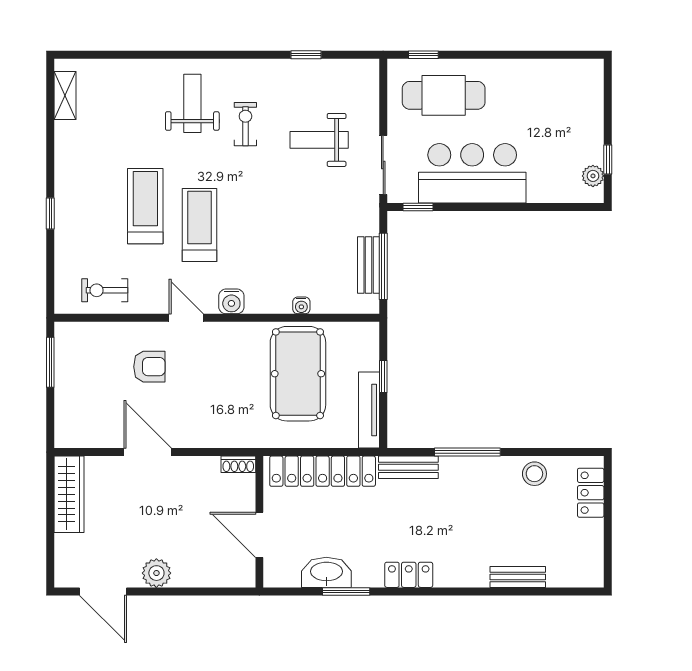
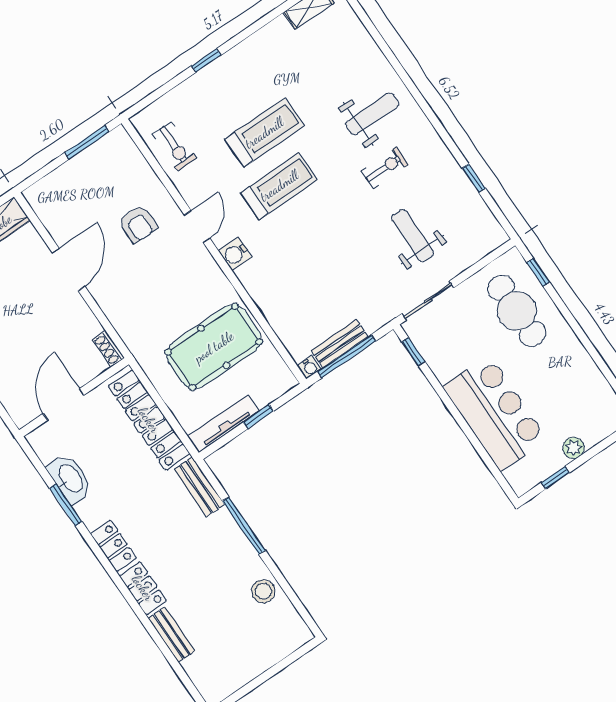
bar counter: (472, 173) -> (495, 413), moved
plant: (593, 176) -> (574, 448), moved
exercise bike: (105, 290) -> (175, 146), turned 180
water cooler: (301, 305) -> (310, 367), moved, turned -90
locker: (591, 493) -> (143, 588), moved, turned 90

